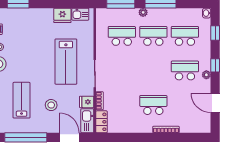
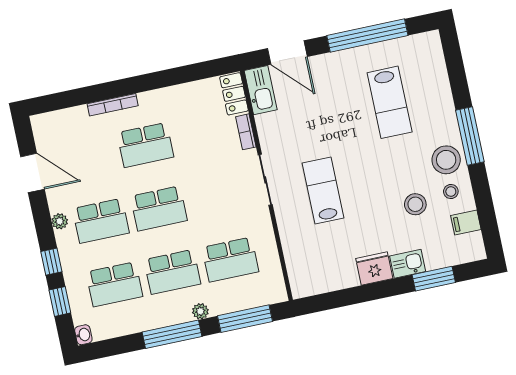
kitchen sink: (80, 14) -> (408, 264), moved
fridge: (62, 15) -> (374, 268), moved
lab bench: (66, 62) -> (323, 191), width x0.73, depth x0.72
window: (215, 65) -> (51, 262), moved
school desk: (153, 70) -> (159, 208), added
fridge: (87, 102) -> (269, 125), removed
stool: (51, 105) -> (415, 204), moved

